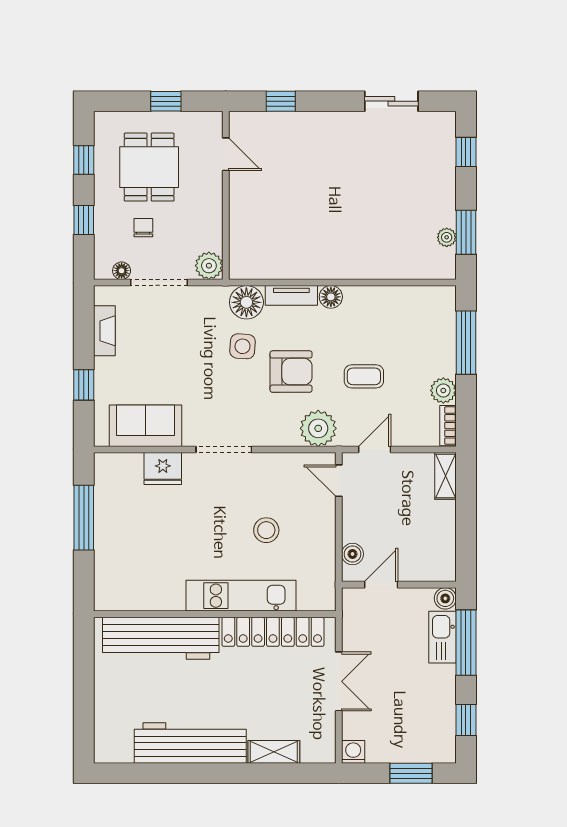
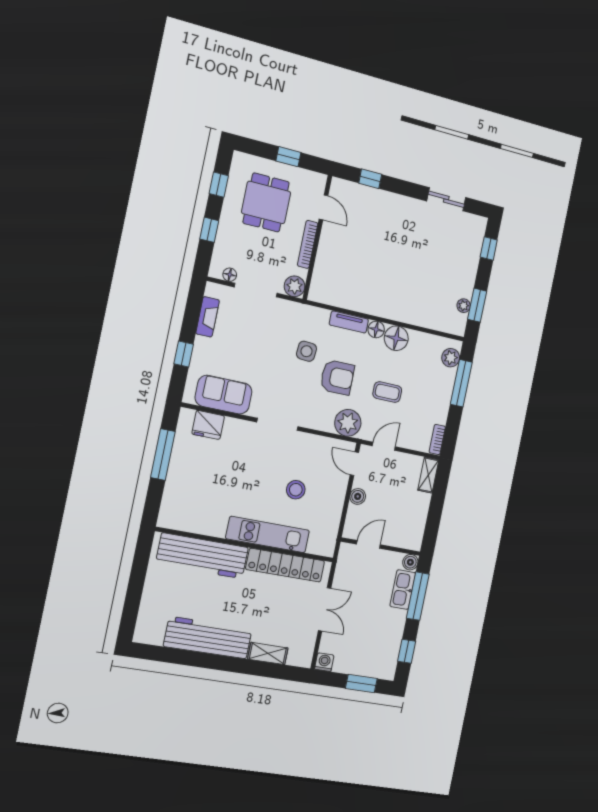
bookcase: (215, 207) -> (308, 244), added
chair: (143, 228) -> (252, 246), removed
floor lamp: (246, 302) -> (396, 338), moved
plant: (443, 390) -> (451, 358), moved
fridge: (163, 469) -> (208, 425), moved
boiler: (353, 554) -> (358, 496), moved

